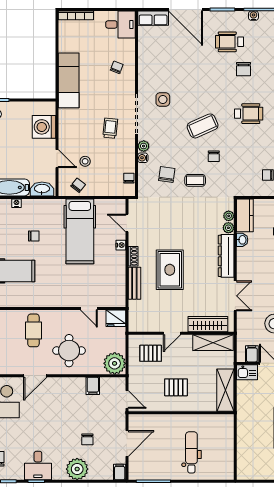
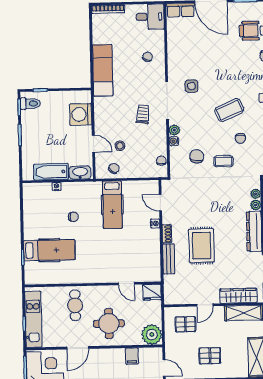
hospital bed: (80, 231) -> (112, 205), width x0.73, depth x0.78

